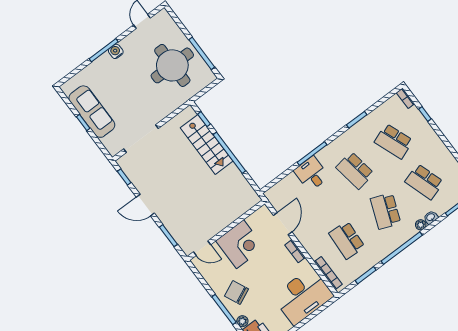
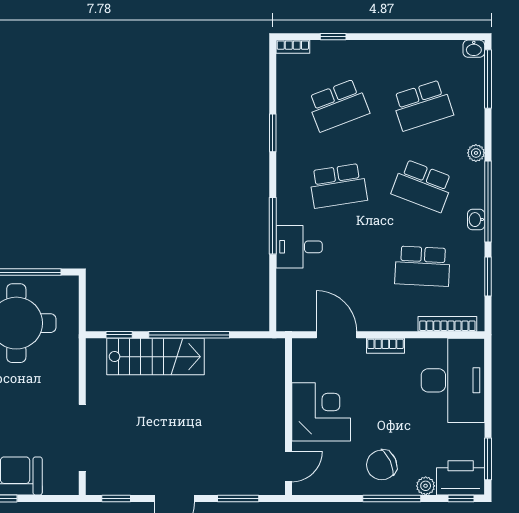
washbasin: (431, 217) -> (476, 220), moved

